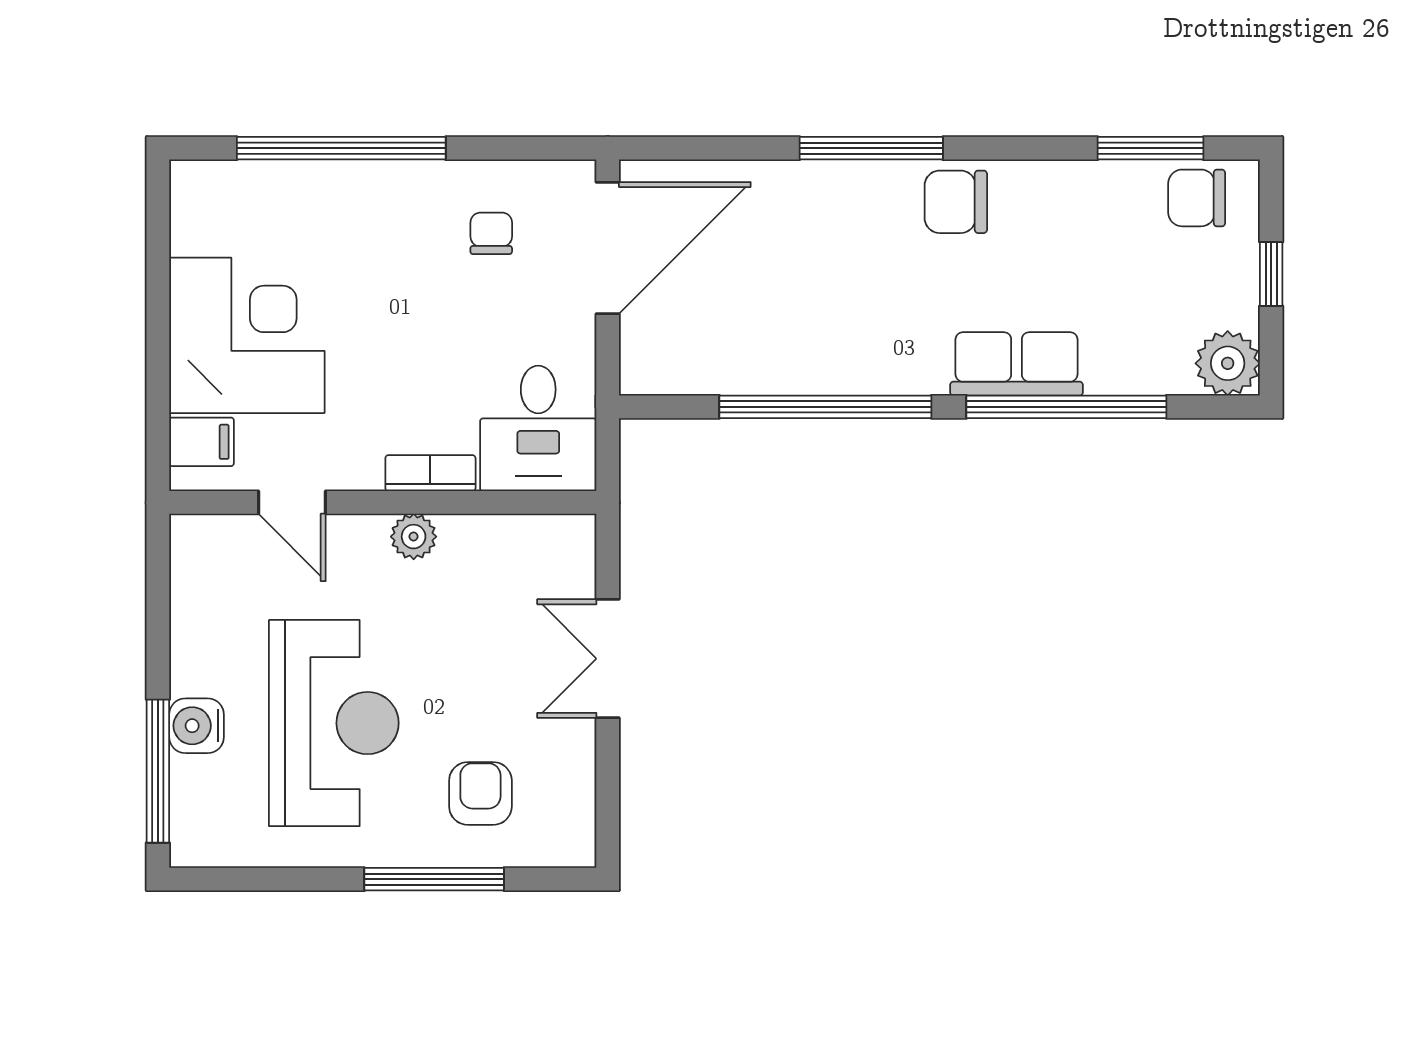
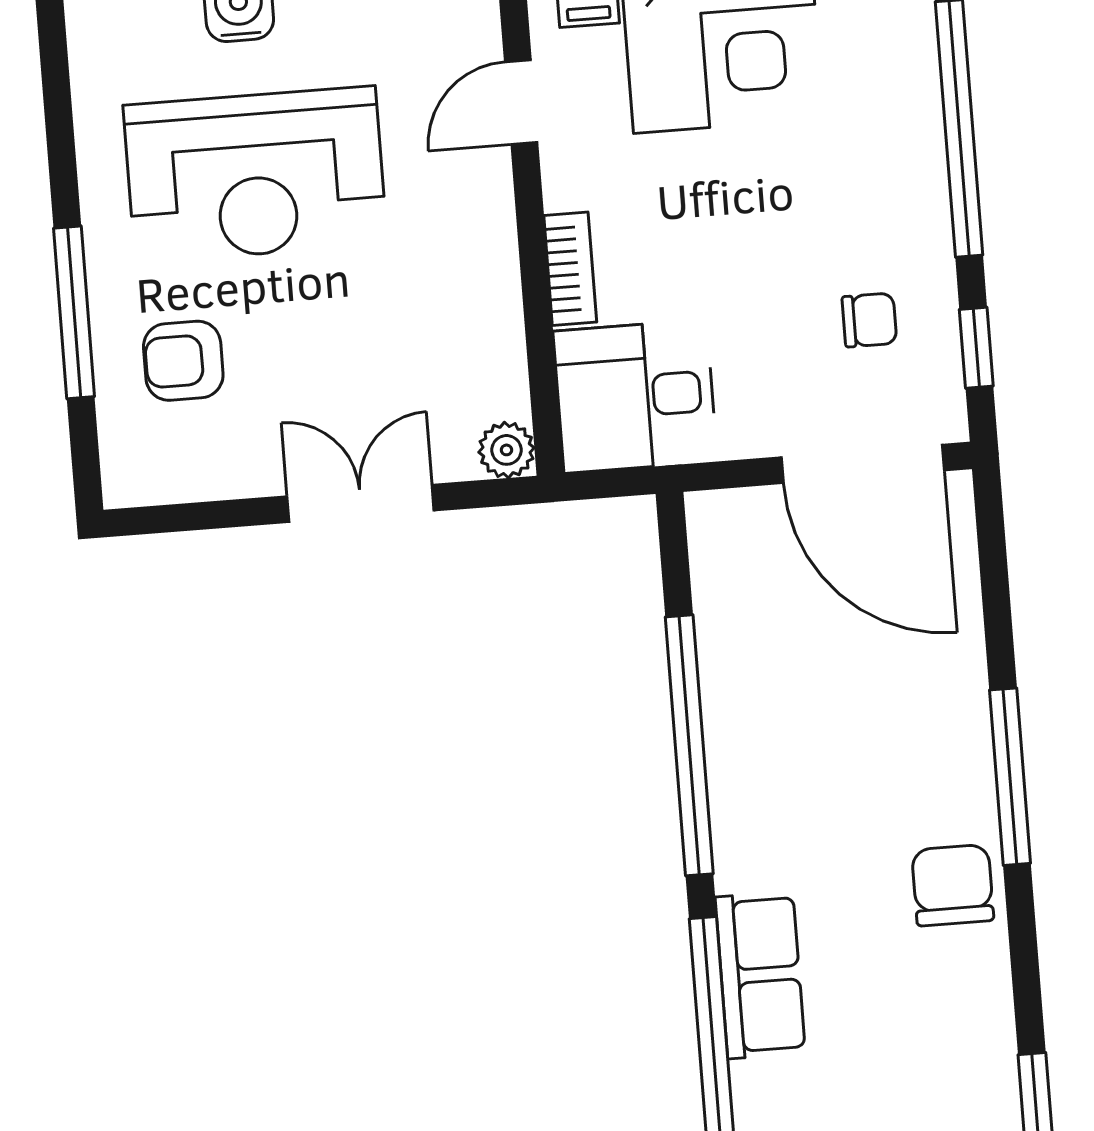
window: (521, 148) -> (976, 348), added
plant: (414, 537) -> (506, 450), moved
armchair: (480, 793) -> (183, 361), turned 180

